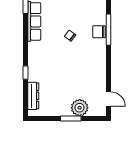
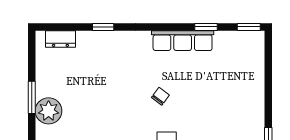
dresser: (33, 96) -> (60, 39), width x0.70

